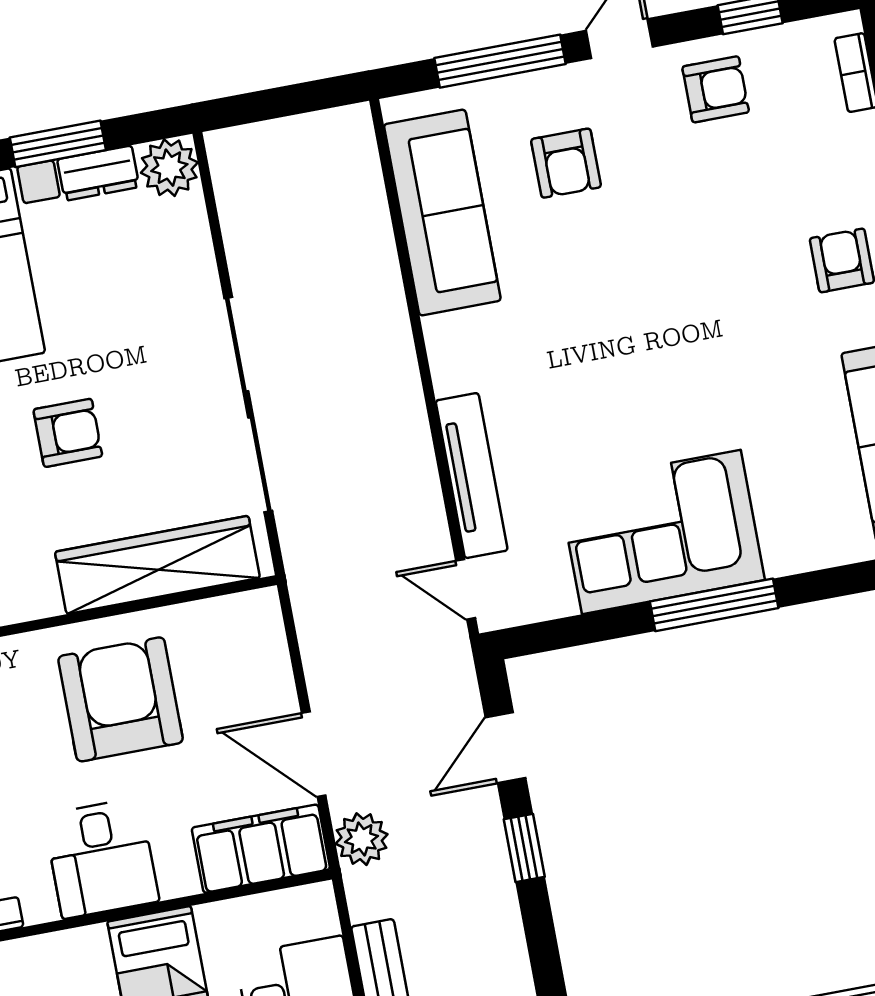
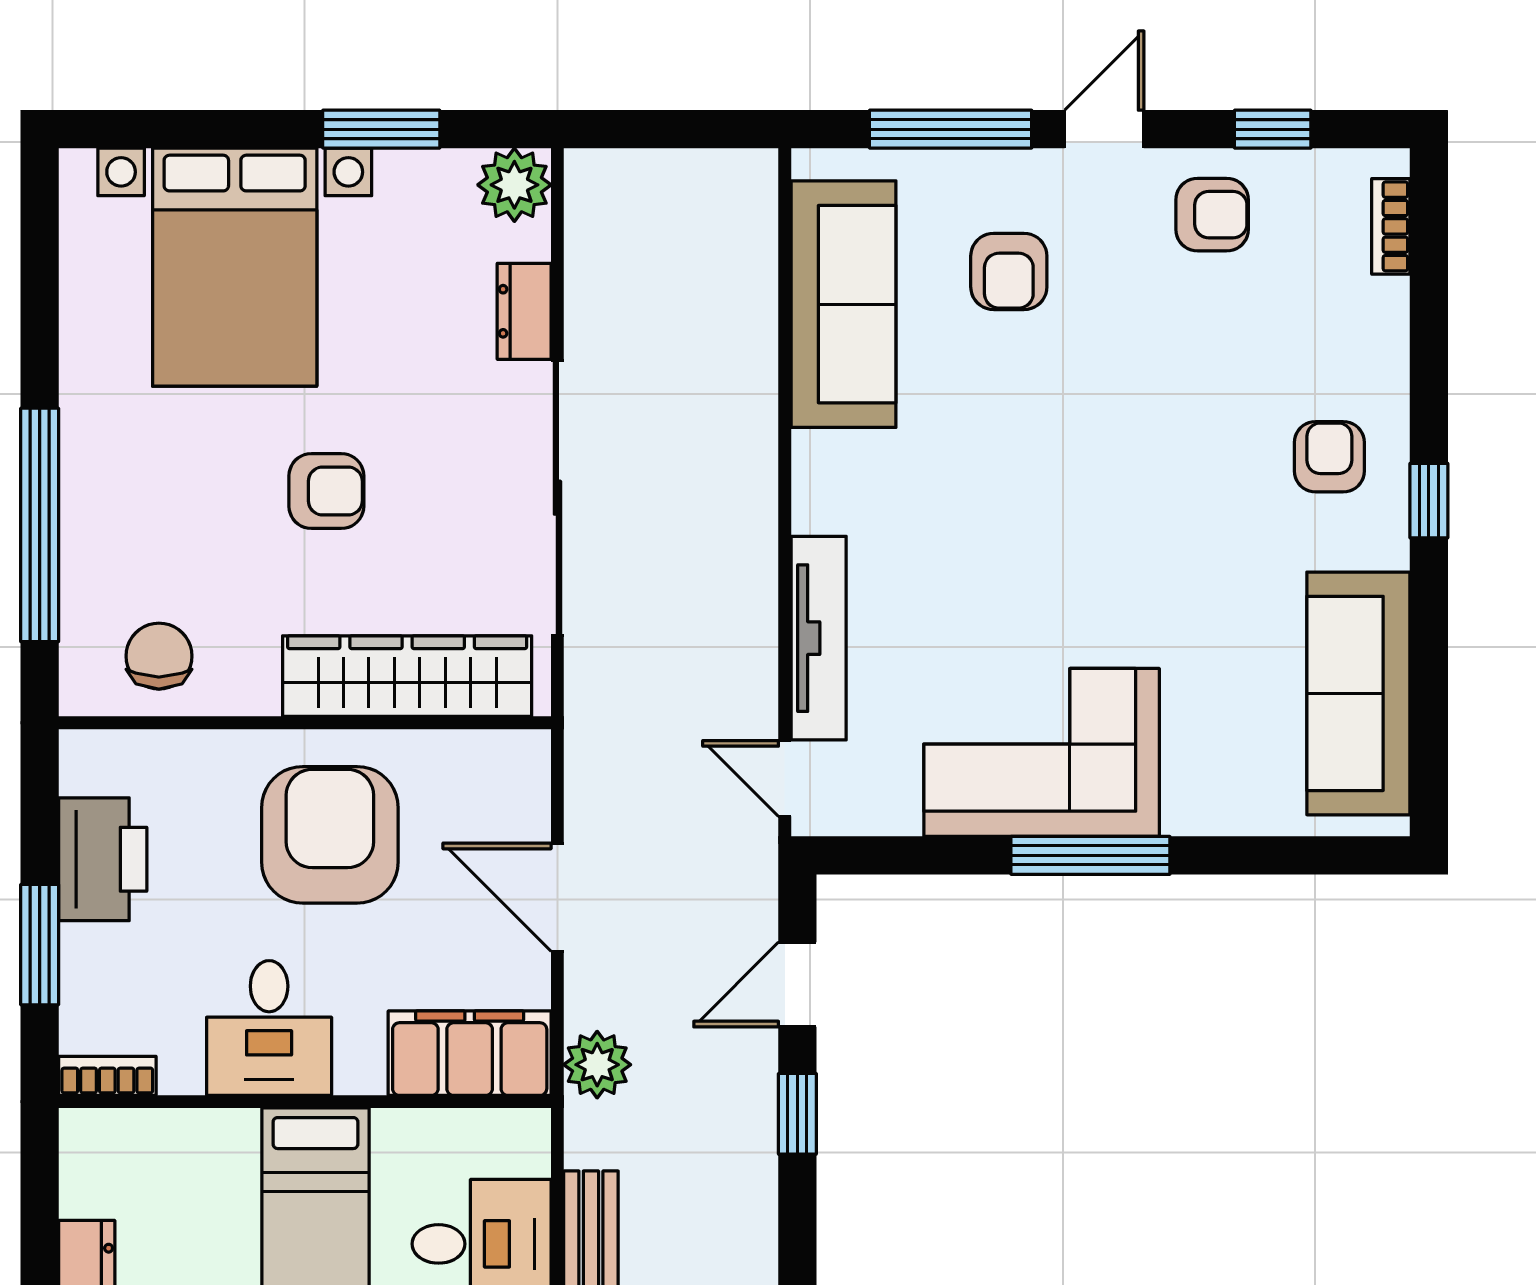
dresser: (98, 173) -> (524, 311), moved, turned 90
door: (314, 754) -> (557, 897), moved

